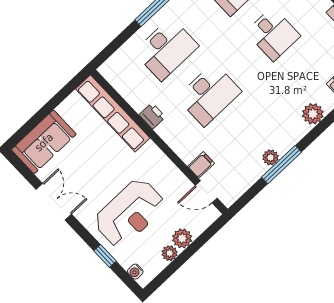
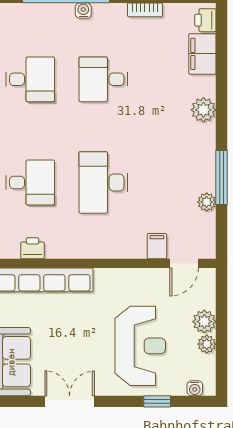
desk: (273, 34) -> (103, 79), turned 180
desk: (166, 49) -> (30, 182), width x0.73
desk: (209, 94) -> (103, 182), turned 180
printer: (152, 116) -> (32, 248), moved
plant: (271, 157) -> (207, 202), moved

